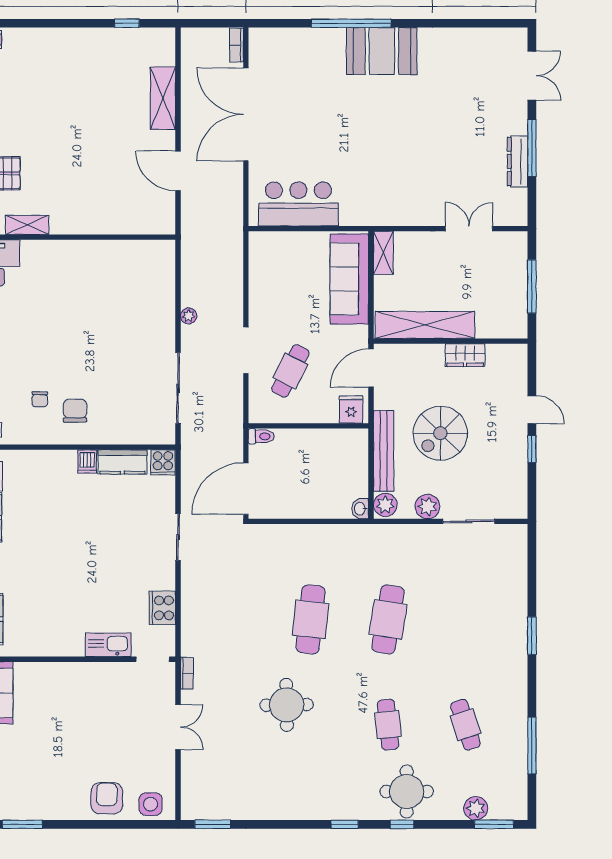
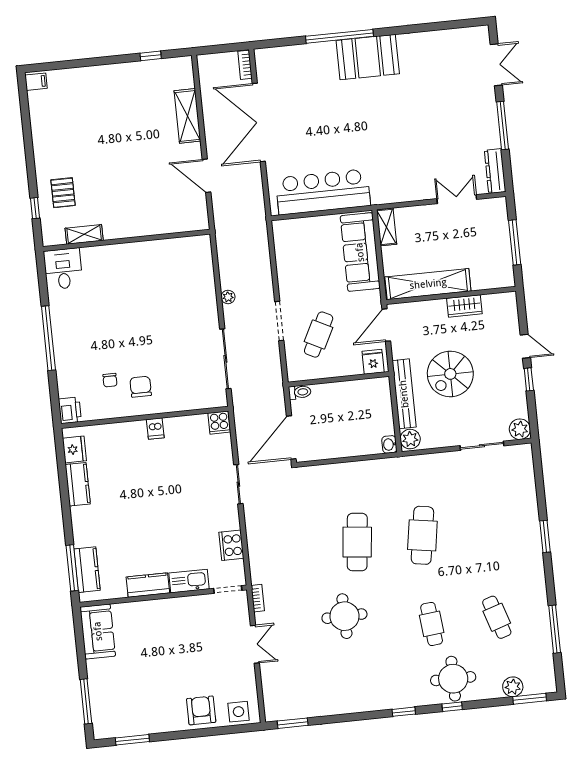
dresser: (518, 161) -> (495, 171), moved
bar counter: (298, 204) -> (323, 192), width x1.36
kitchen counter: (122, 462) -> (148, 585), moved, turned 180
plant: (427, 507) -> (520, 429), moved

